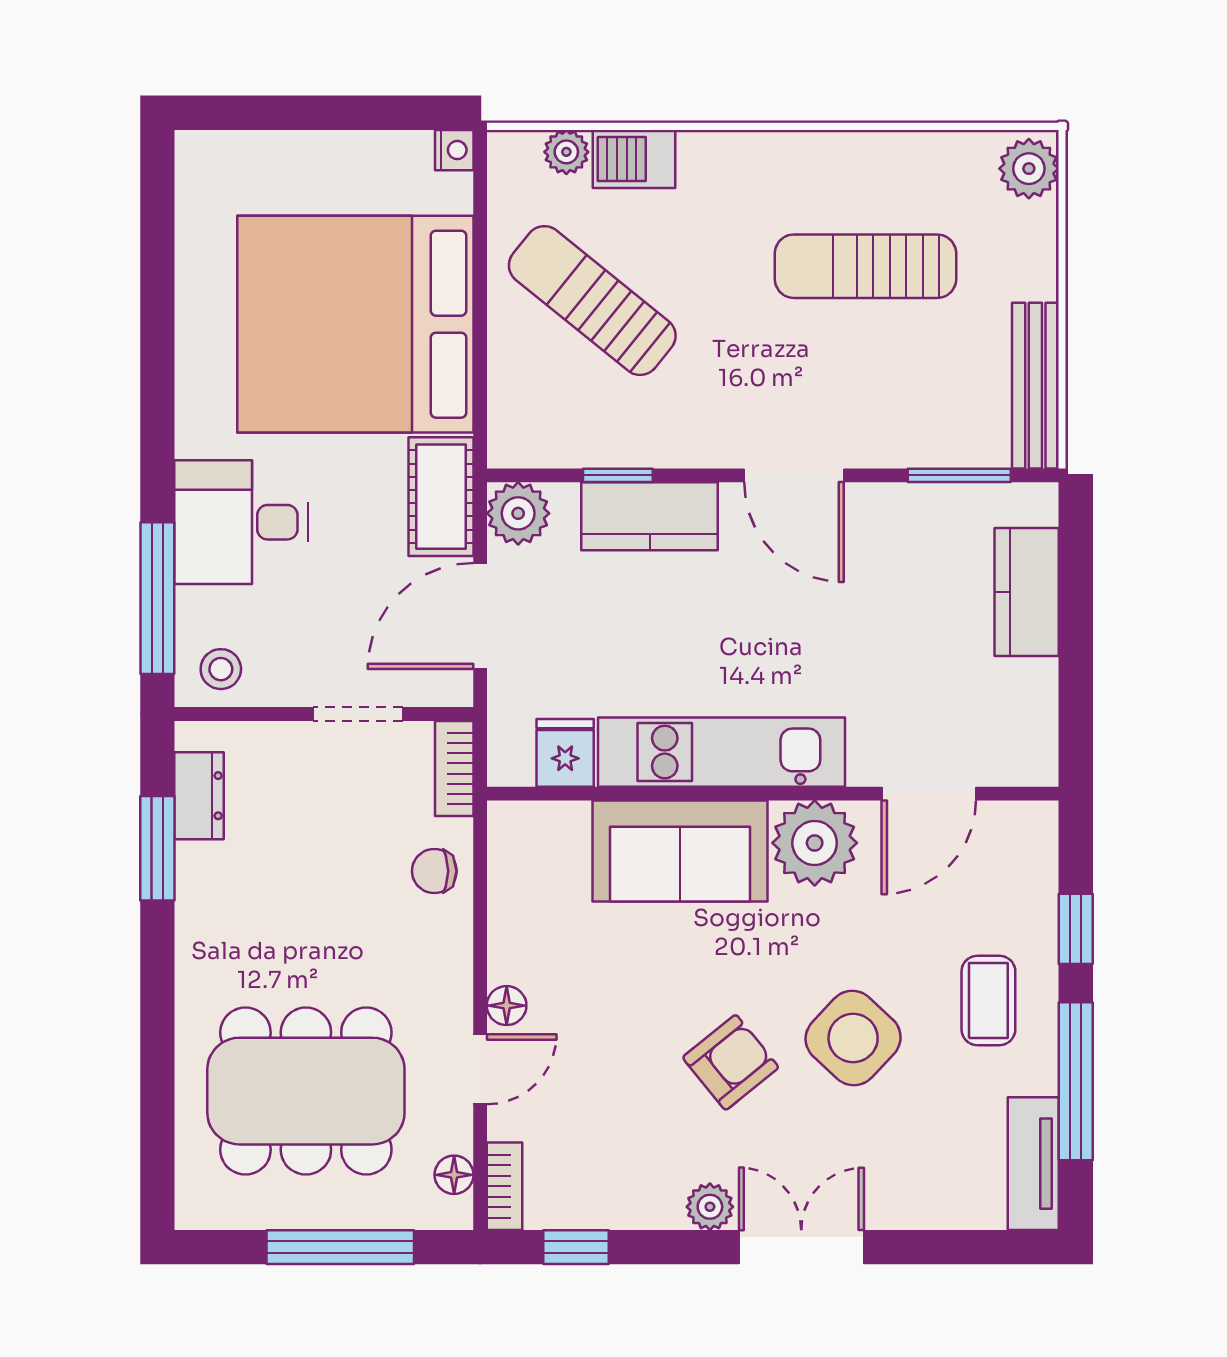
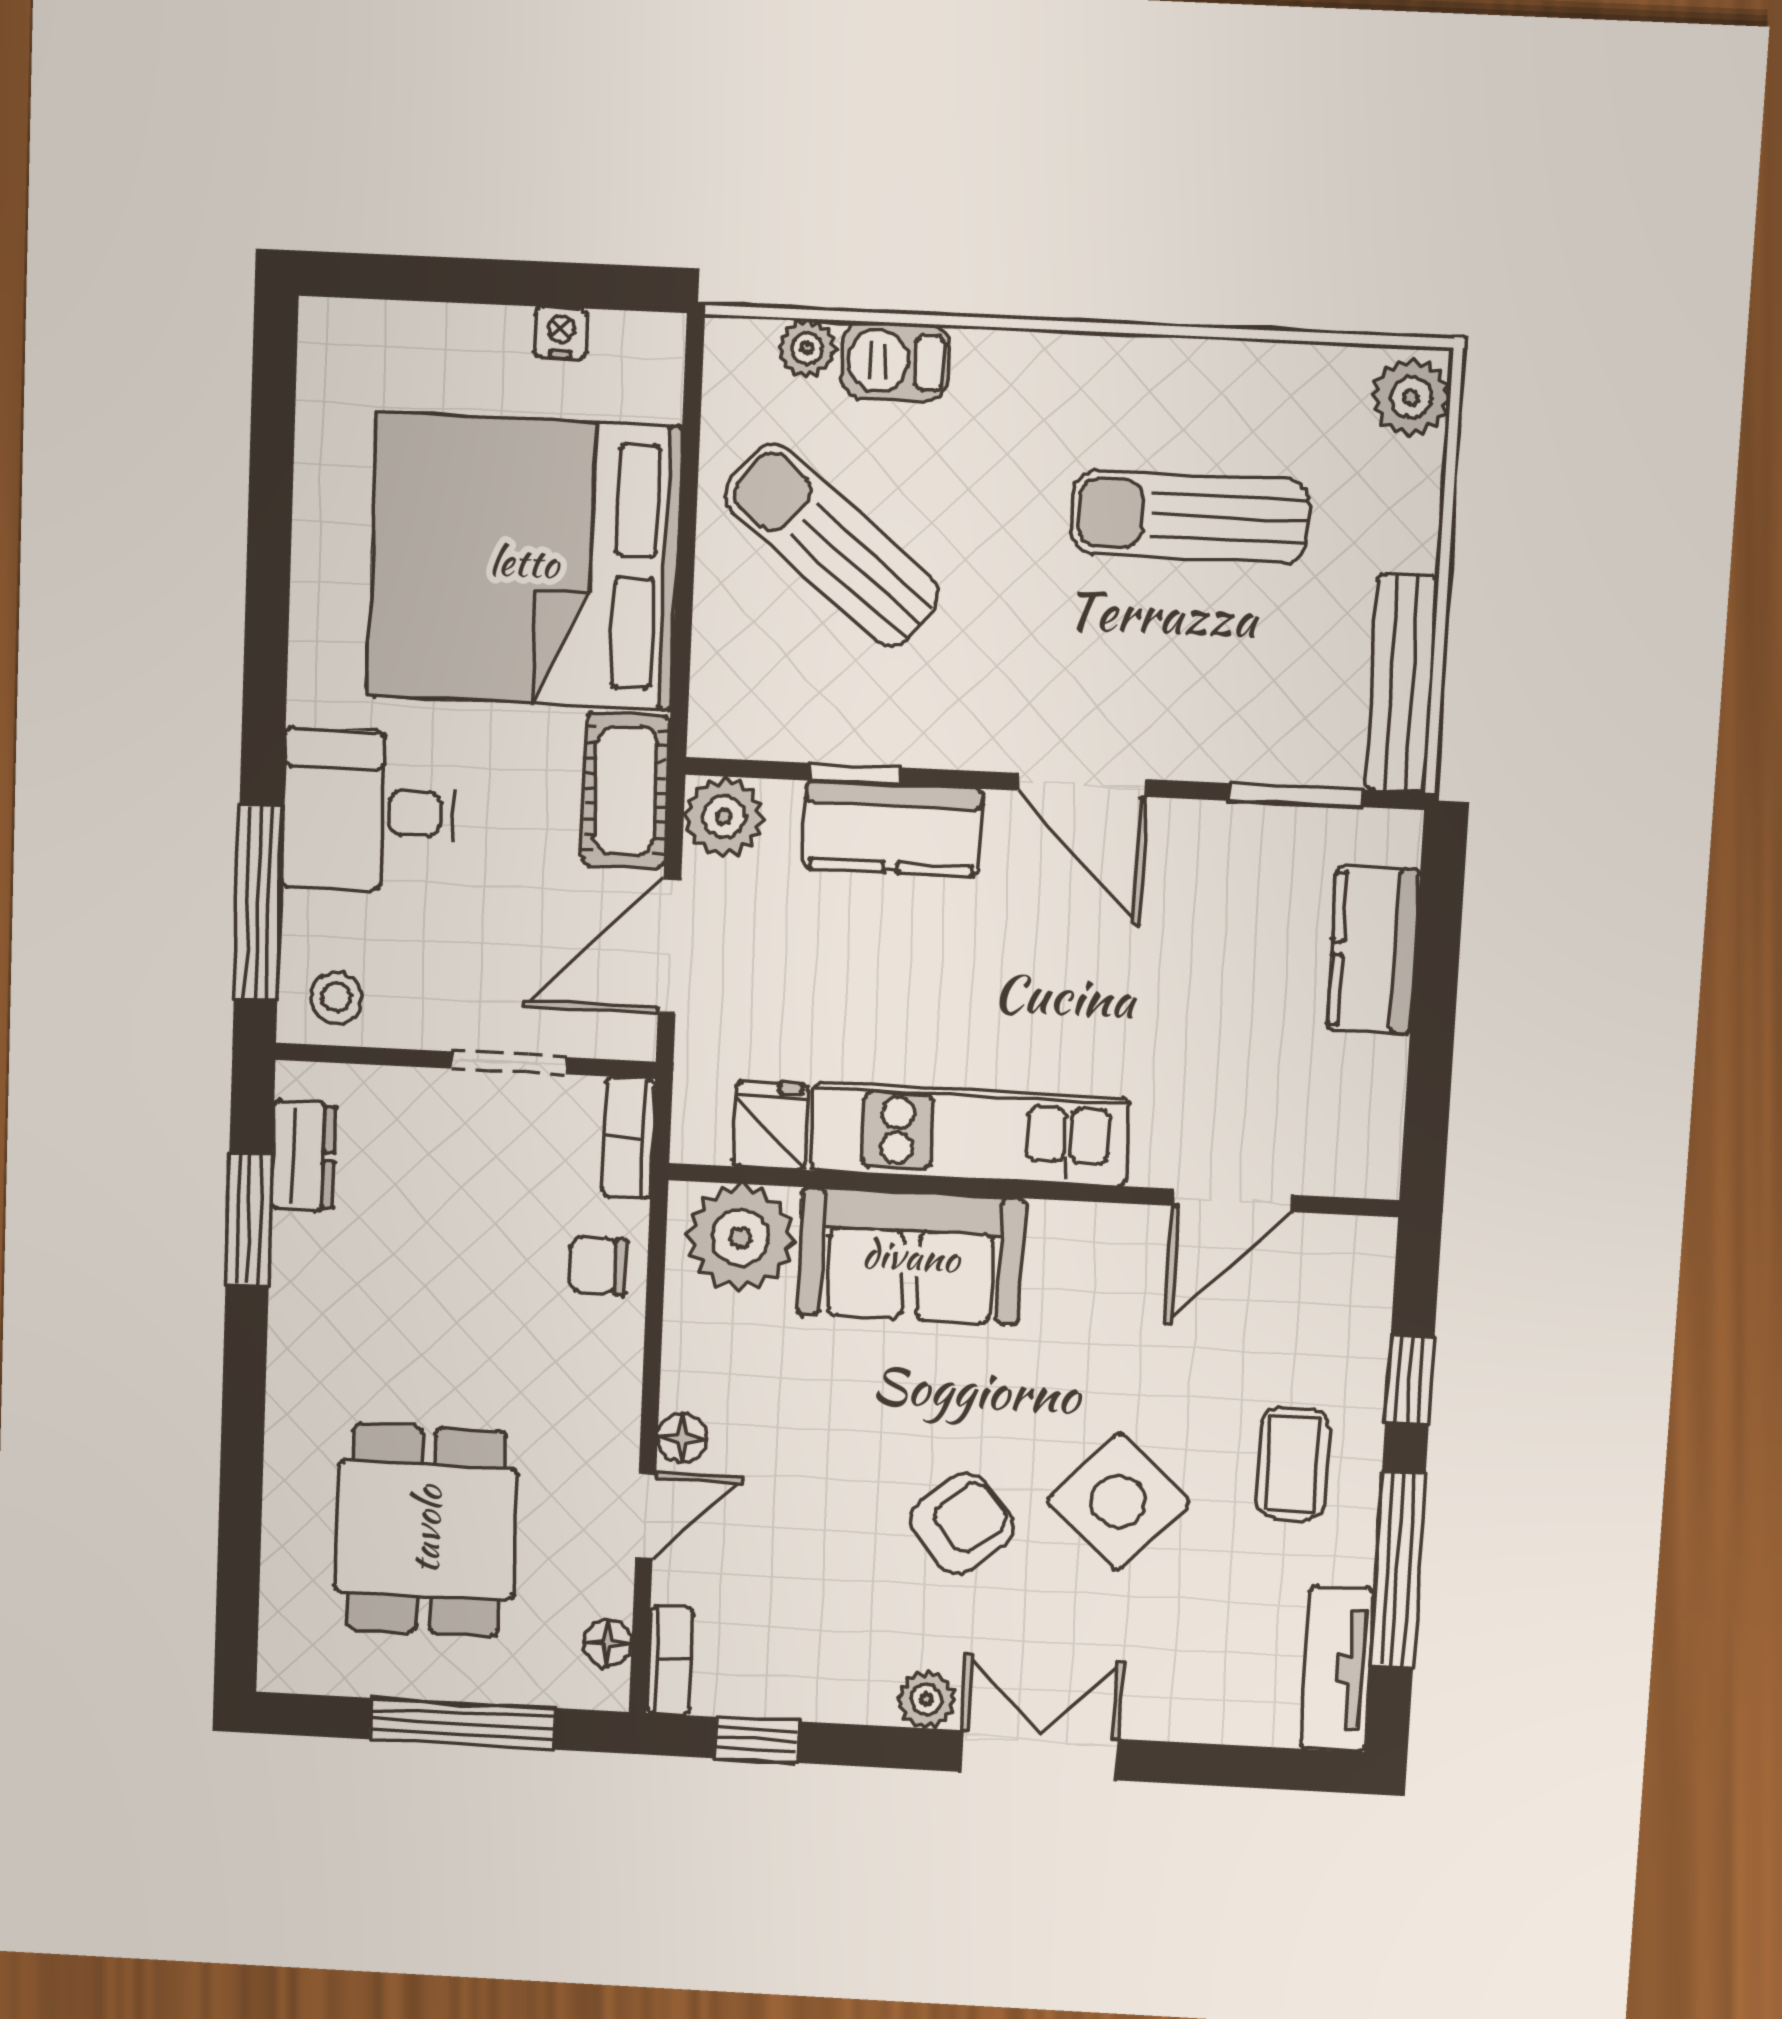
nightstand: (454, 150) -> (561, 333), moved, turned -90
plant: (815, 843) -> (740, 1238), moved
dining table: (306, 1091) -> (426, 1530), width x0.73

